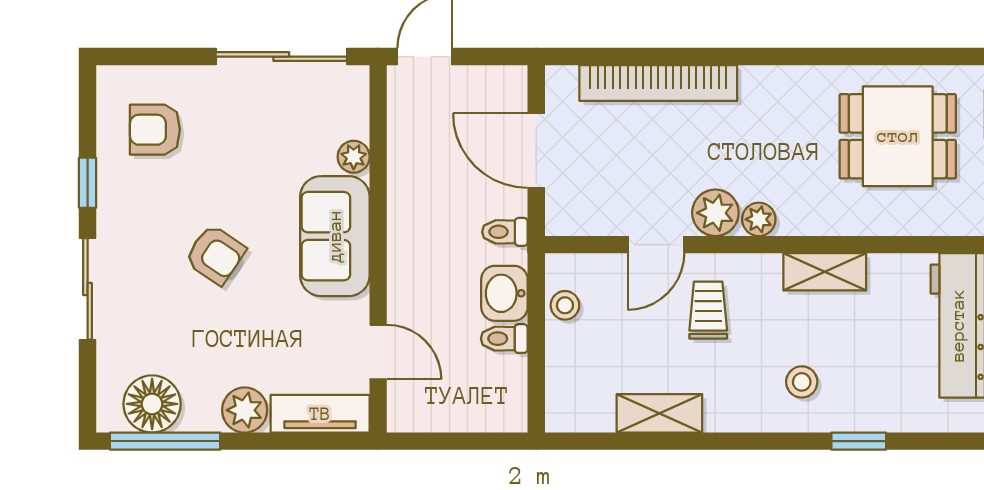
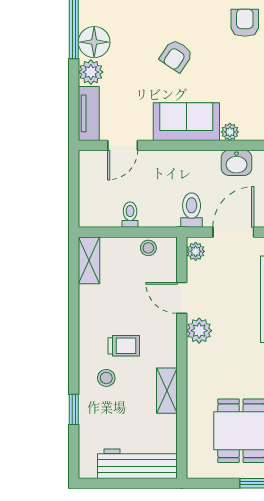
plant: (759, 219) -> (196, 251), moved
toilet: (505, 232) -> (192, 210), width x1.37, depth x1.39
washbasin: (504, 293) -> (237, 163), moved, turned 180
trolley: (708, 310) -> (124, 346), moved
floor lamp: (152, 404) -> (94, 42), moved
shelving: (659, 413) -> (89, 260), moved

